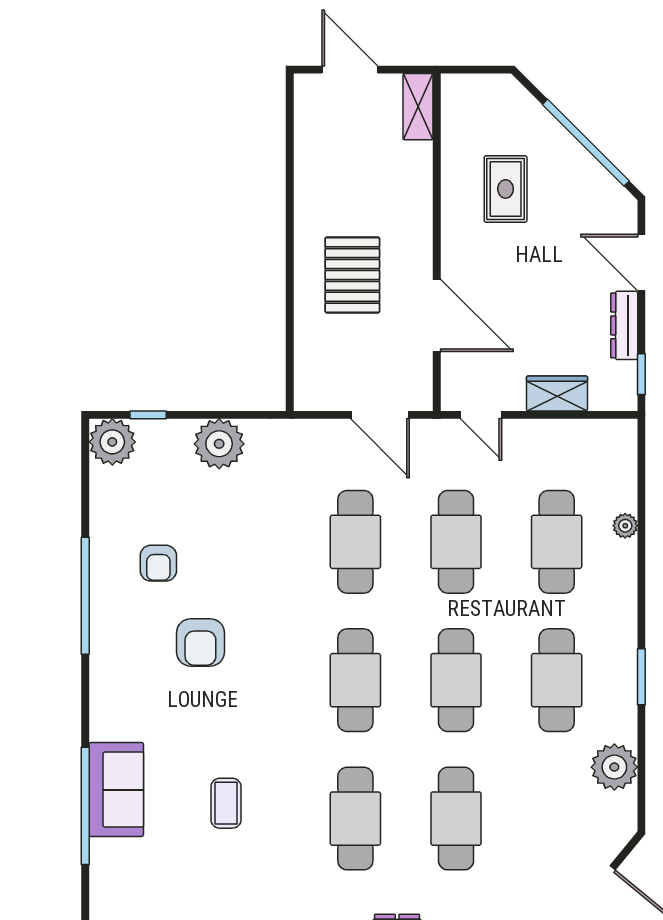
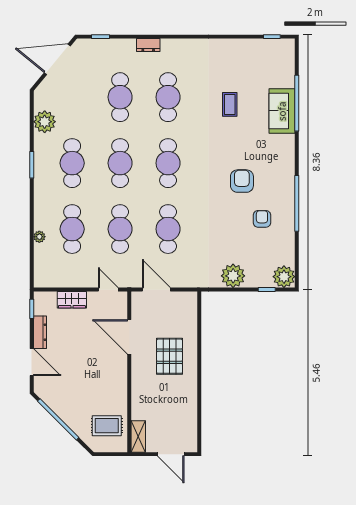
rug: (506, 189) -> (107, 426), moved, turned 90

